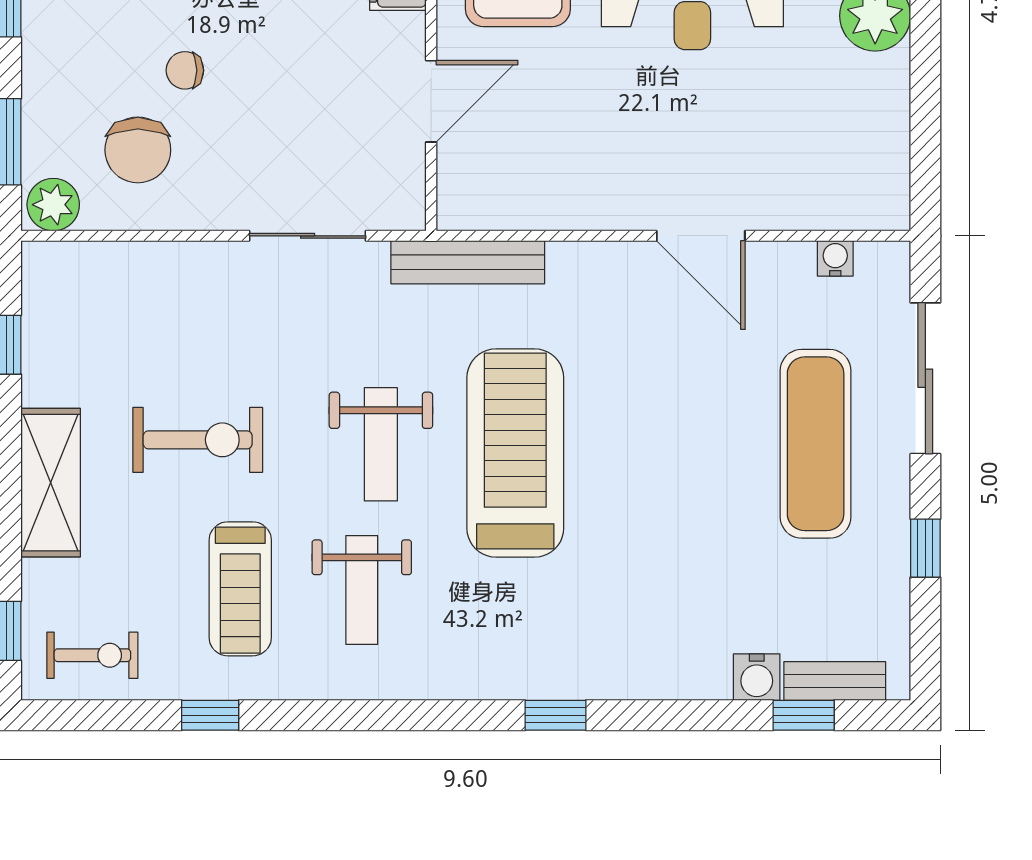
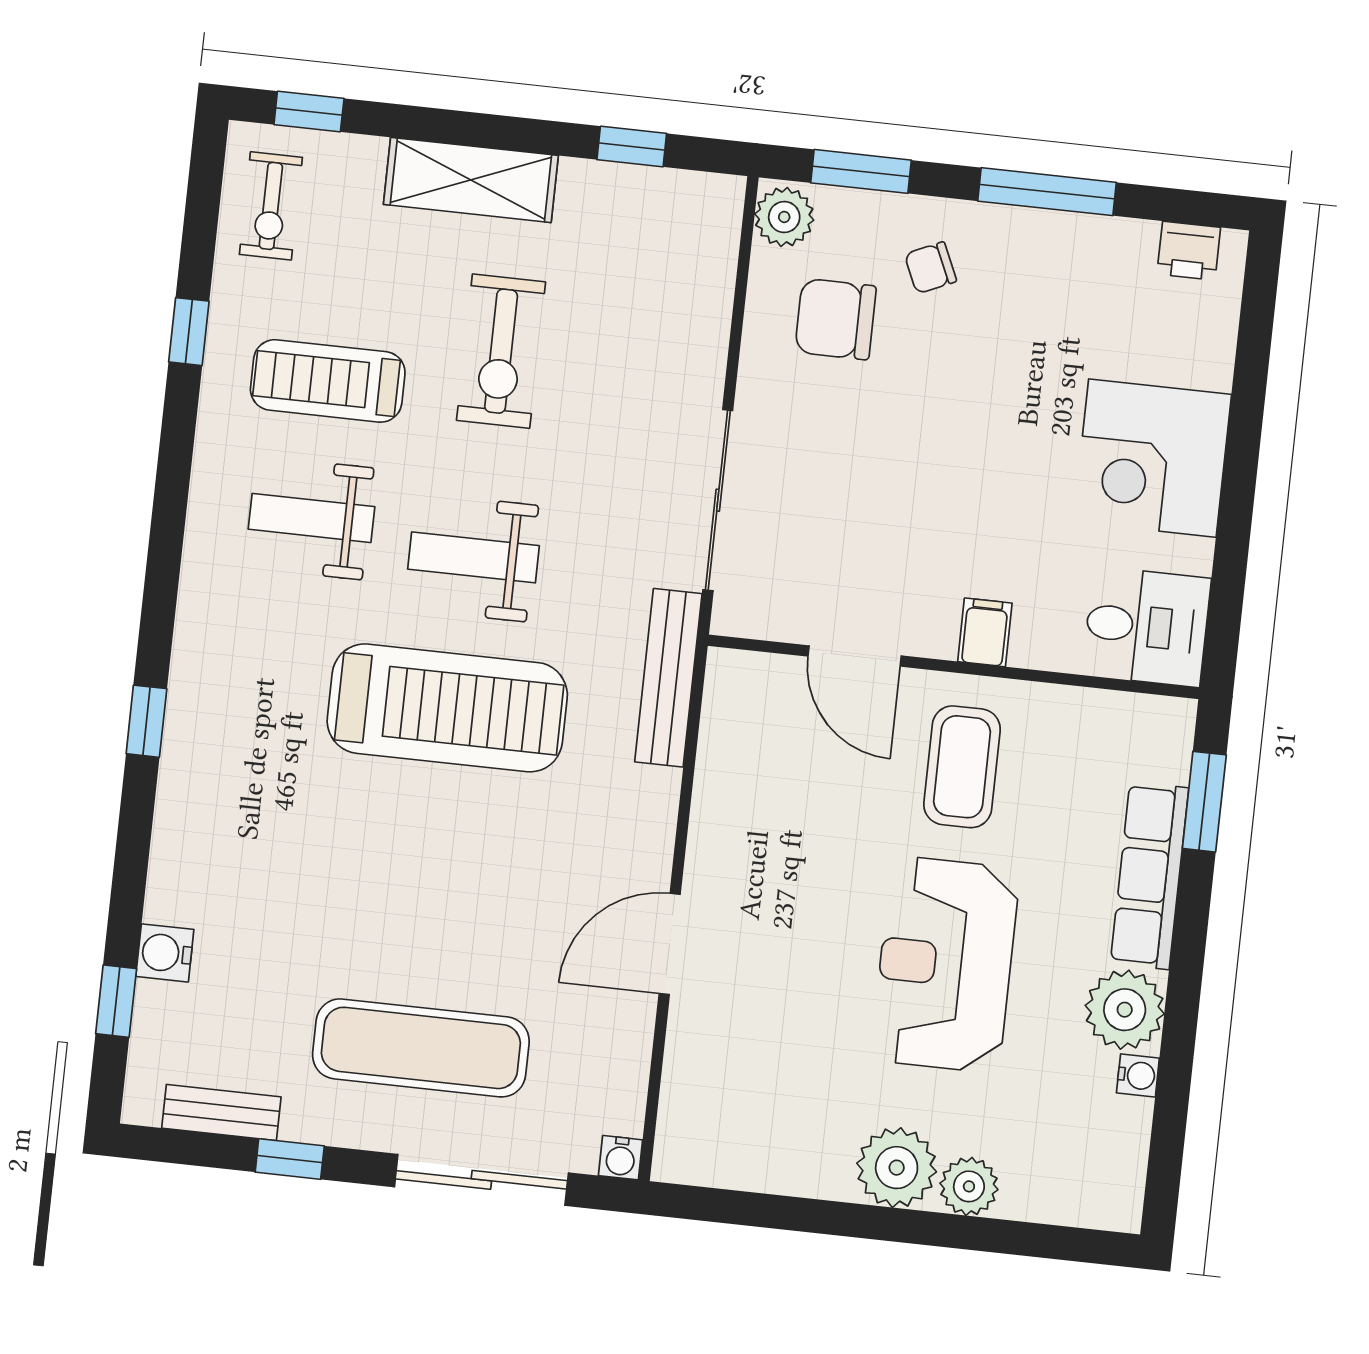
chair: (185, 70) -> (930, 268), moved, turned -114
sliding door: (308, 236) -> (718, 500), width x1.37
water cooler: (835, 258) -> (621, 1158), moved, turned 90
bench: (835, 681) -> (221, 1112), moved, turned 90

